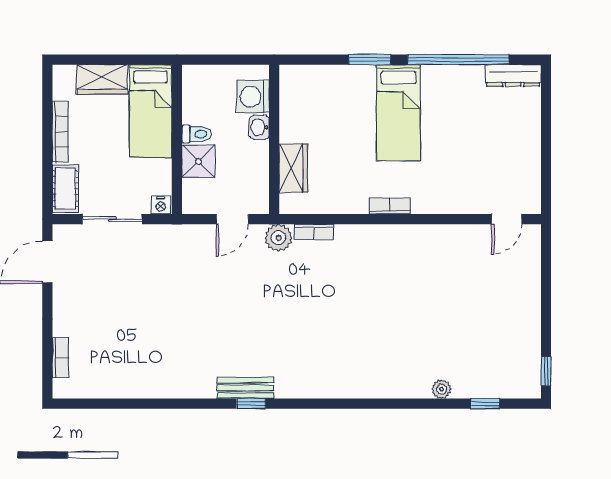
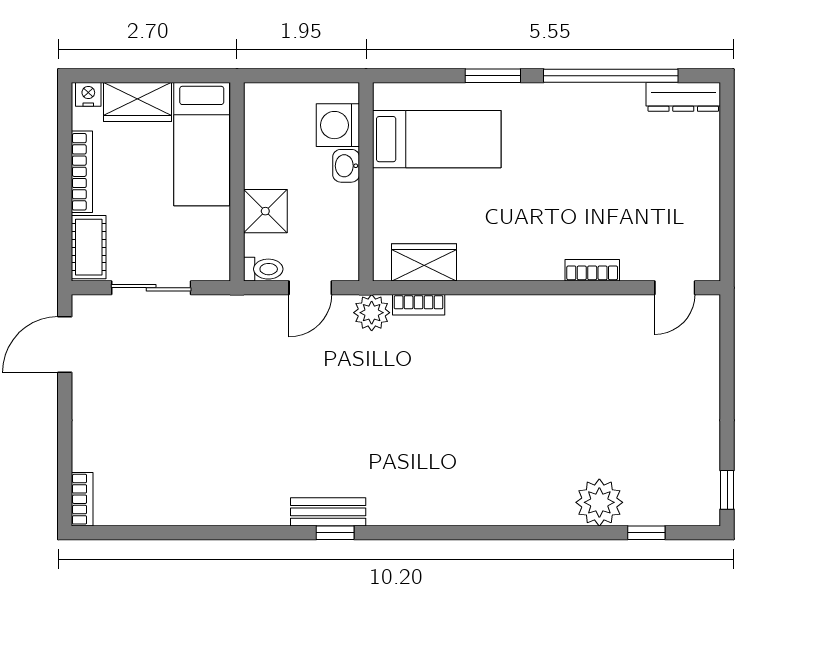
bed: (398, 113) -> (437, 139), moved, turned -90
toilet: (197, 134) -> (263, 269), moved
wardrobe: (293, 168) -> (424, 262), moved, turned -90
nightstand: (161, 205) -> (88, 94), moved, turned 180
bookcase: (390, 206) -> (592, 270), moved
bookcase: (60, 358) -> (82, 499), moved
plant: (442, 389) -> (599, 502), width x1.88, depth x1.88

